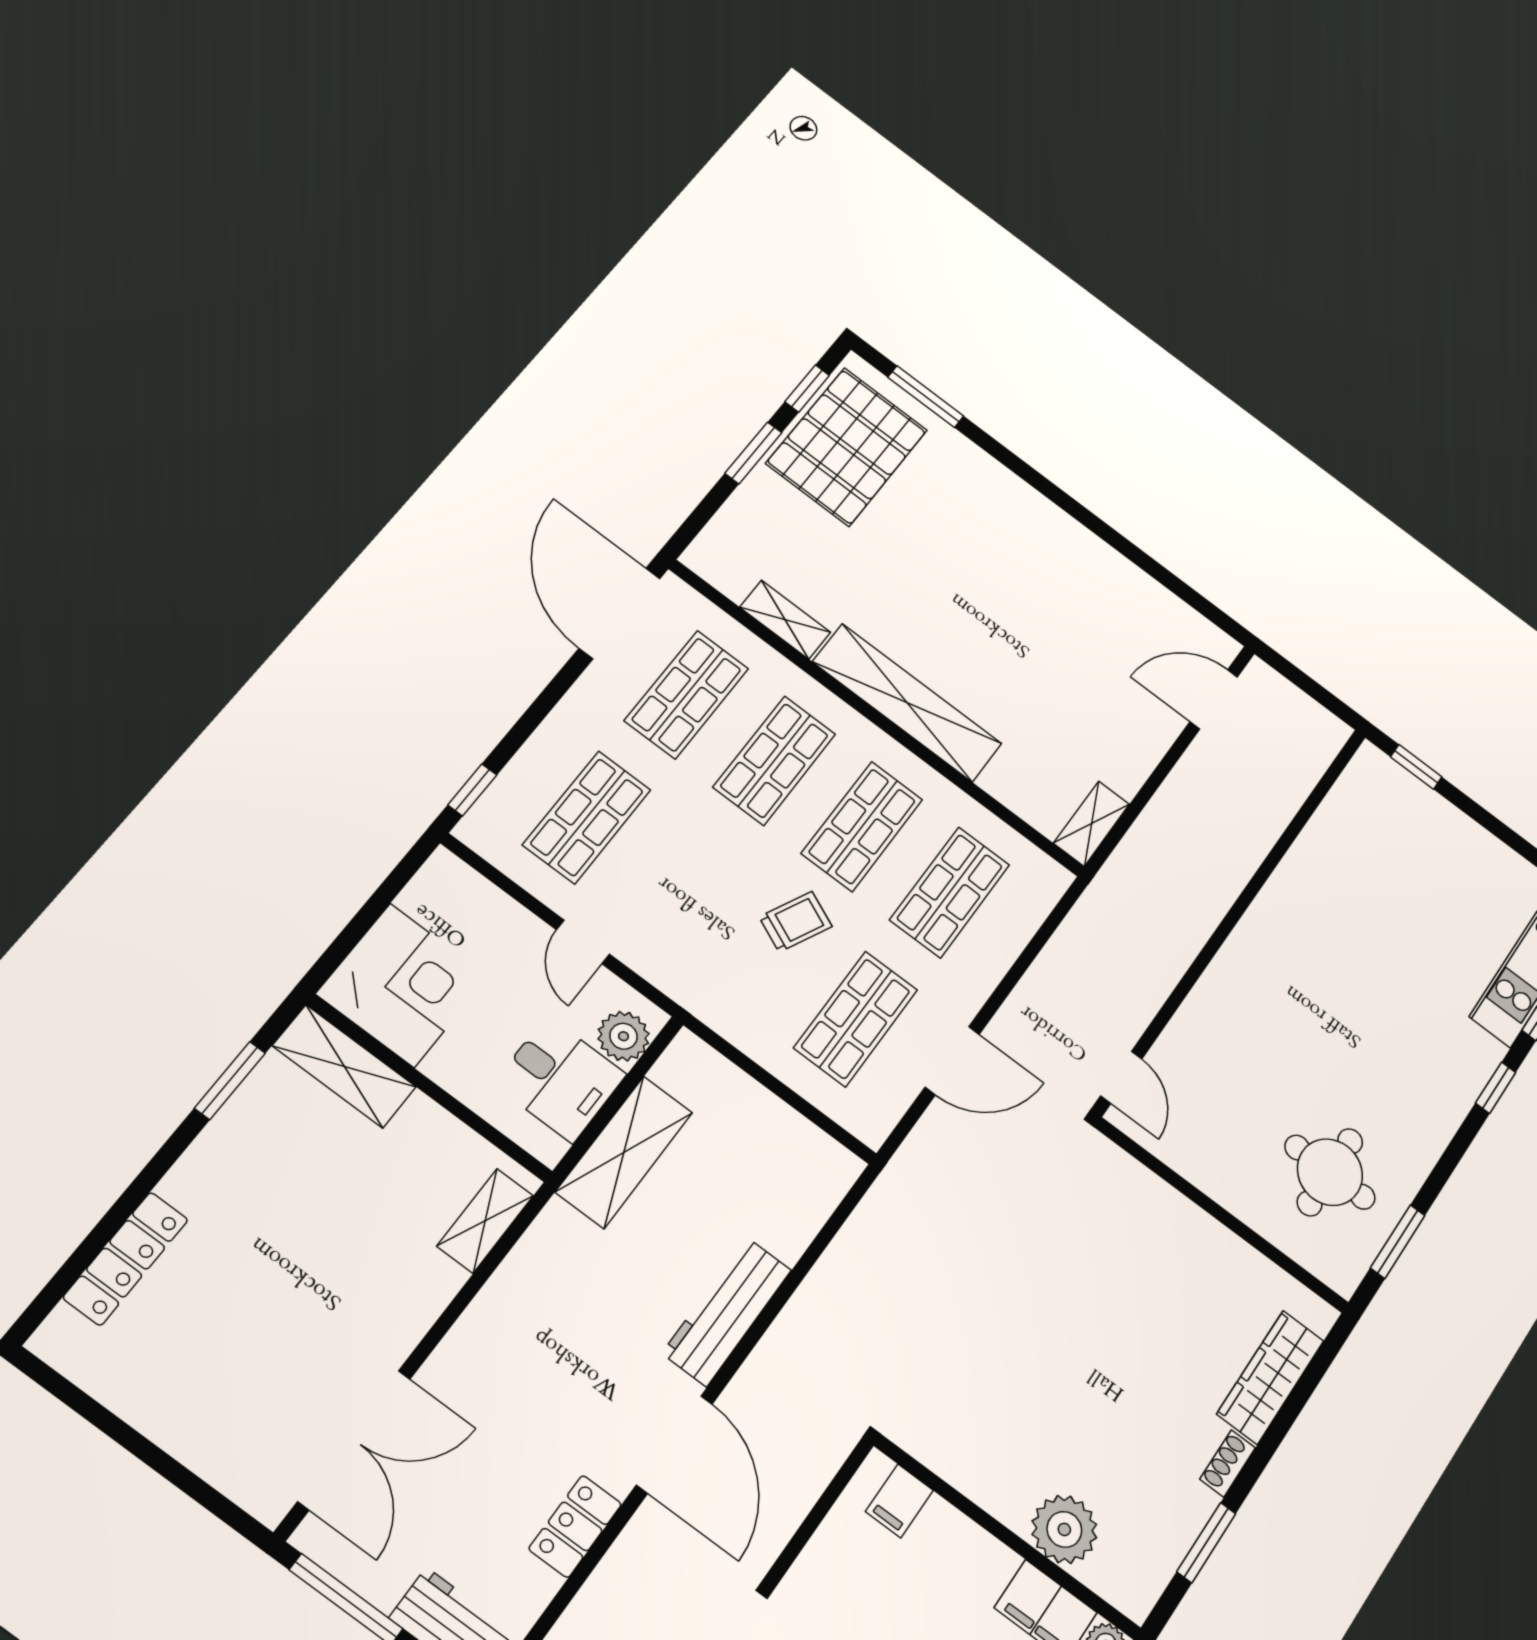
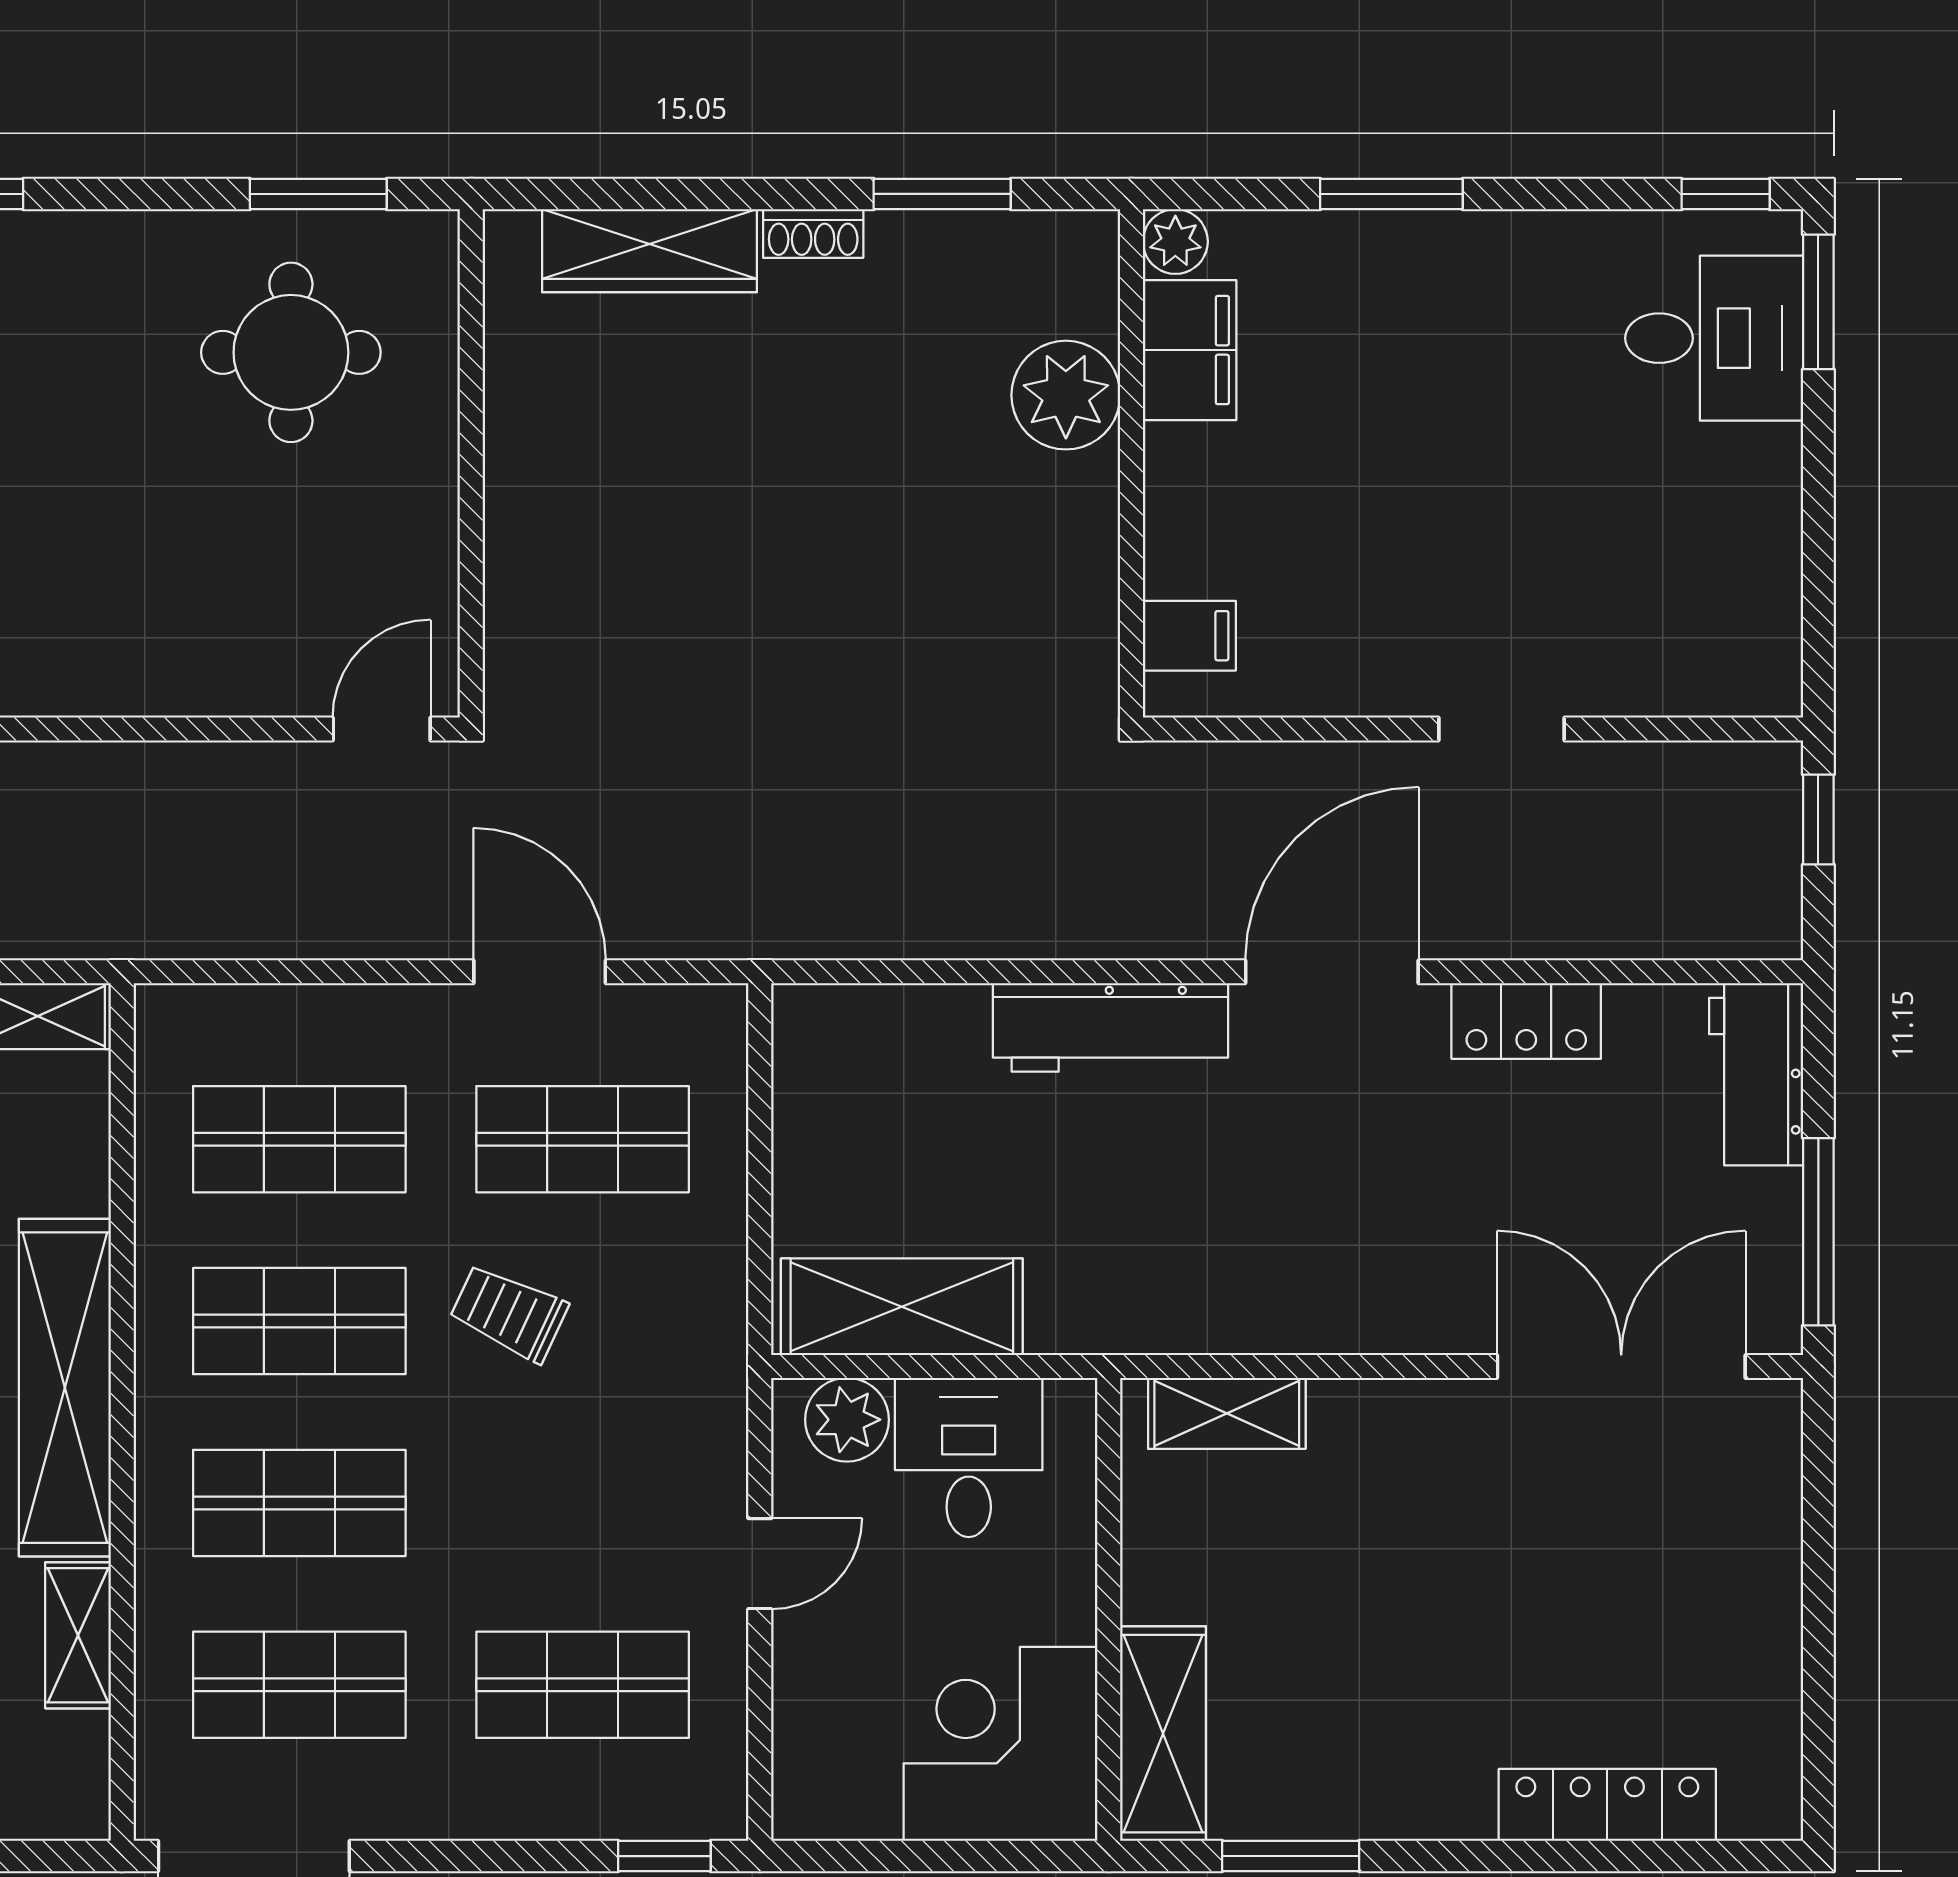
shelving: (624, 1152) -> (902, 1307), moved

